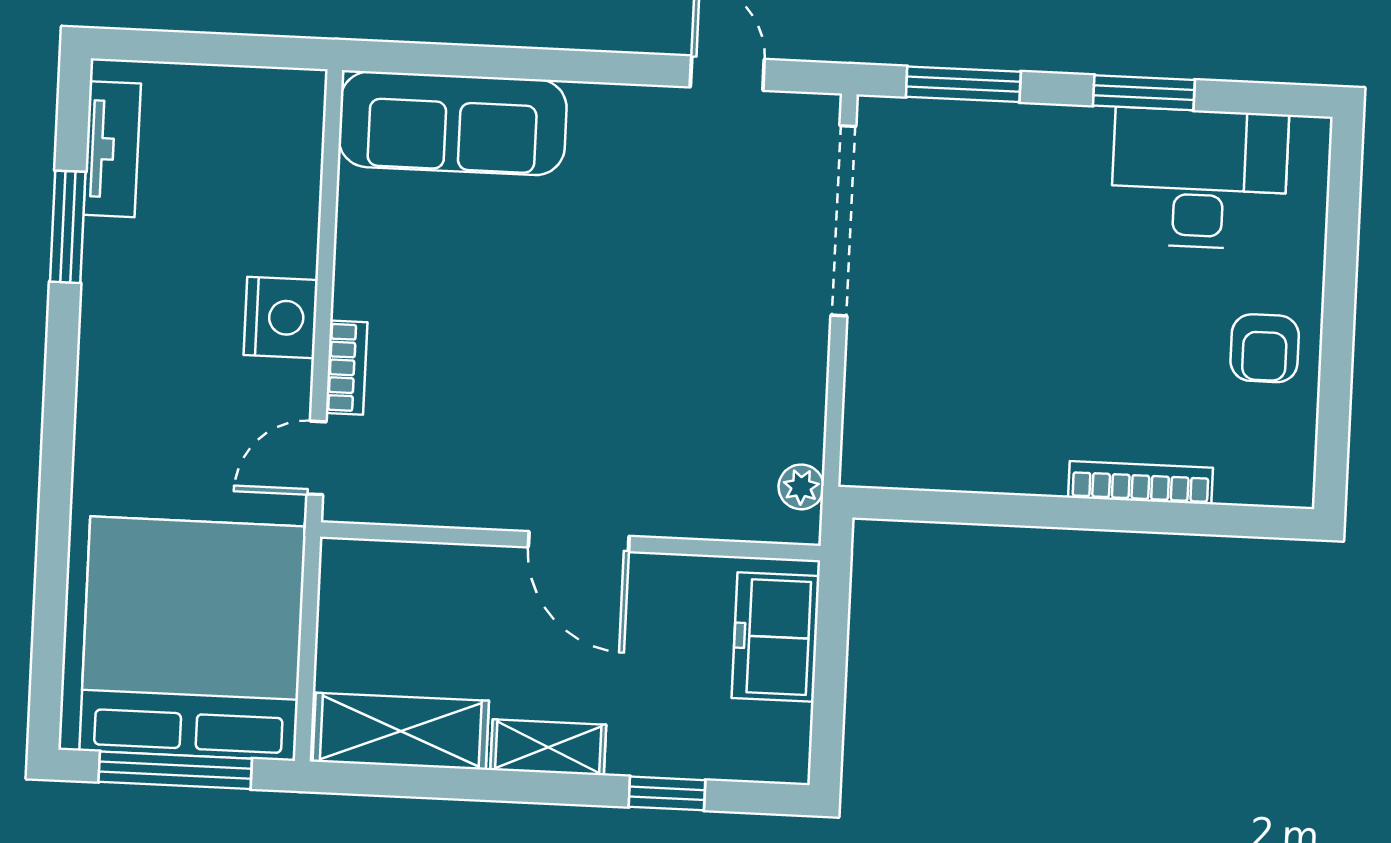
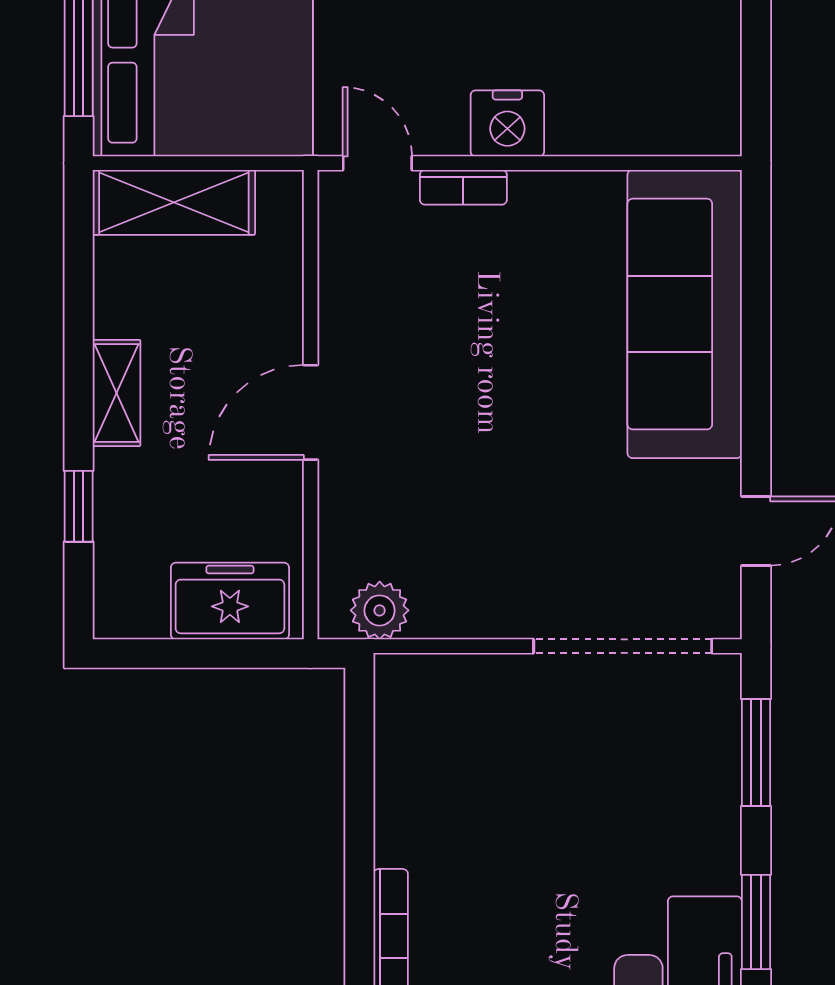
sofa: (453, 123) -> (685, 314), width x1.36, depth x1.27
plant: (801, 487) -> (380, 610), width x1.38, depth x1.38
shelving: (401, 731) -> (174, 202), moved, turned 90

